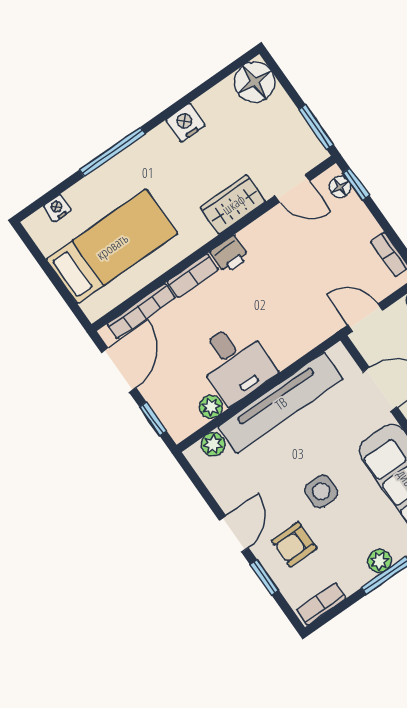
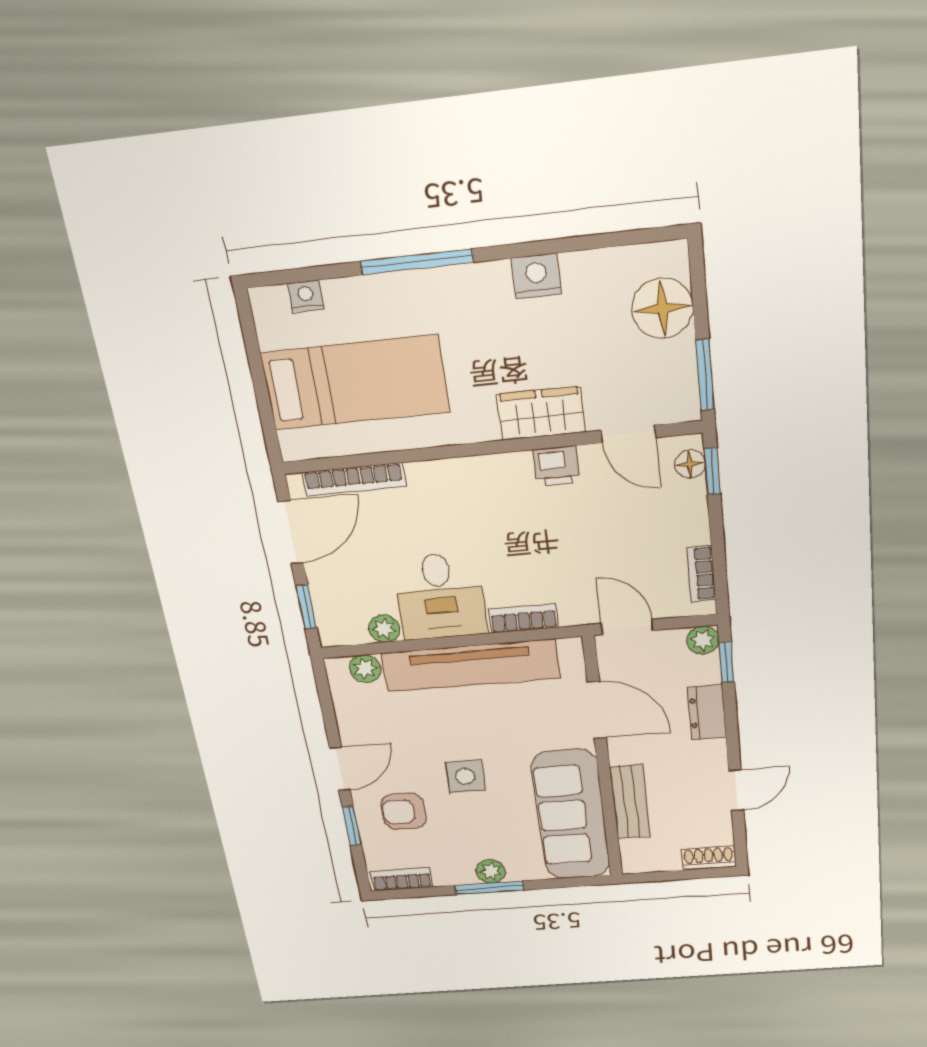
floor lamp: (254, 82) -> (662, 308), moved
printer: (230, 255) -> (556, 466), moved
bookcase: (193, 276) -> (524, 618), moved, turned 180

